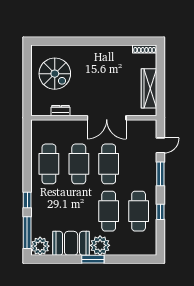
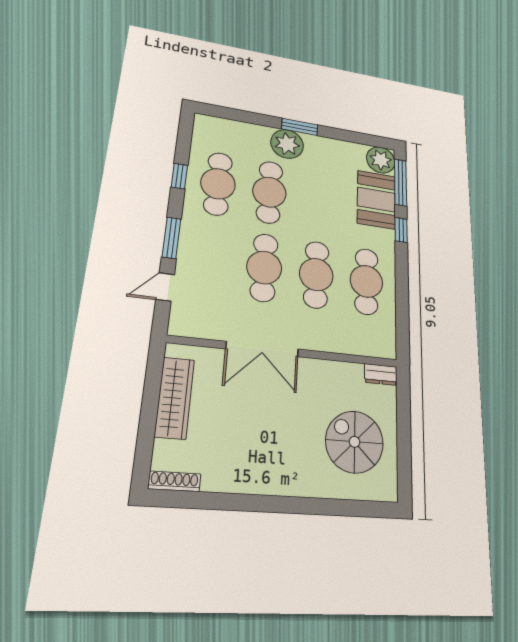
dresser: (61, 111) -> (381, 374), moved
double door: (107, 118) -> (262, 349), swing flipped
booth: (71, 243) -> (376, 200), moved, turned 90

